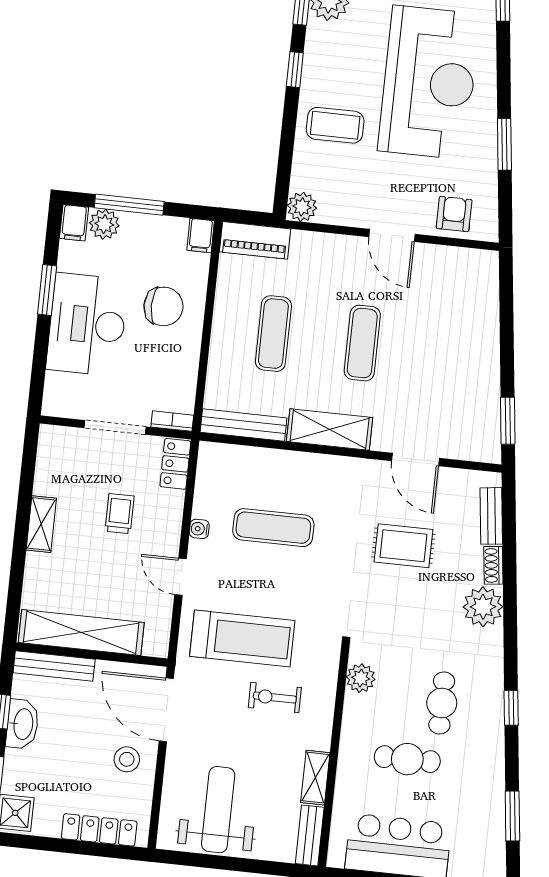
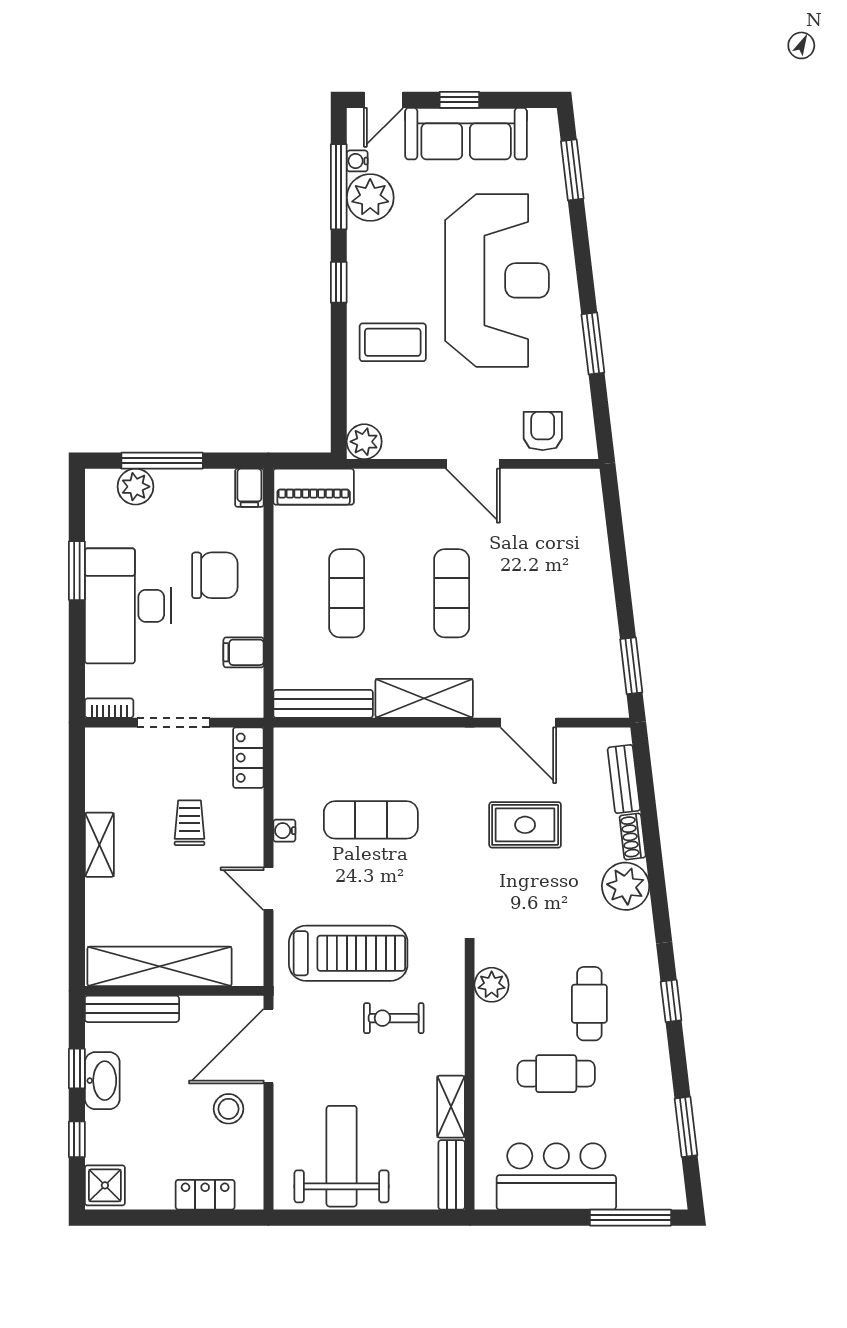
filing cabinet: (74, 223) -> (244, 652), moved, turned 90
bookcase: (172, 421) -> (109, 708), moved
door: (166, 710) -> (268, 1046), hinge flipped
locker: (99, 830) -> (205, 1195), width x0.66

